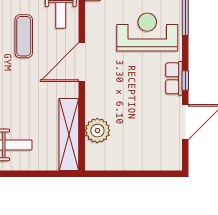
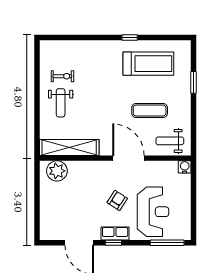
armchair: (133, 76) -> (117, 200), added
plant: (97, 131) -> (57, 171), moved

